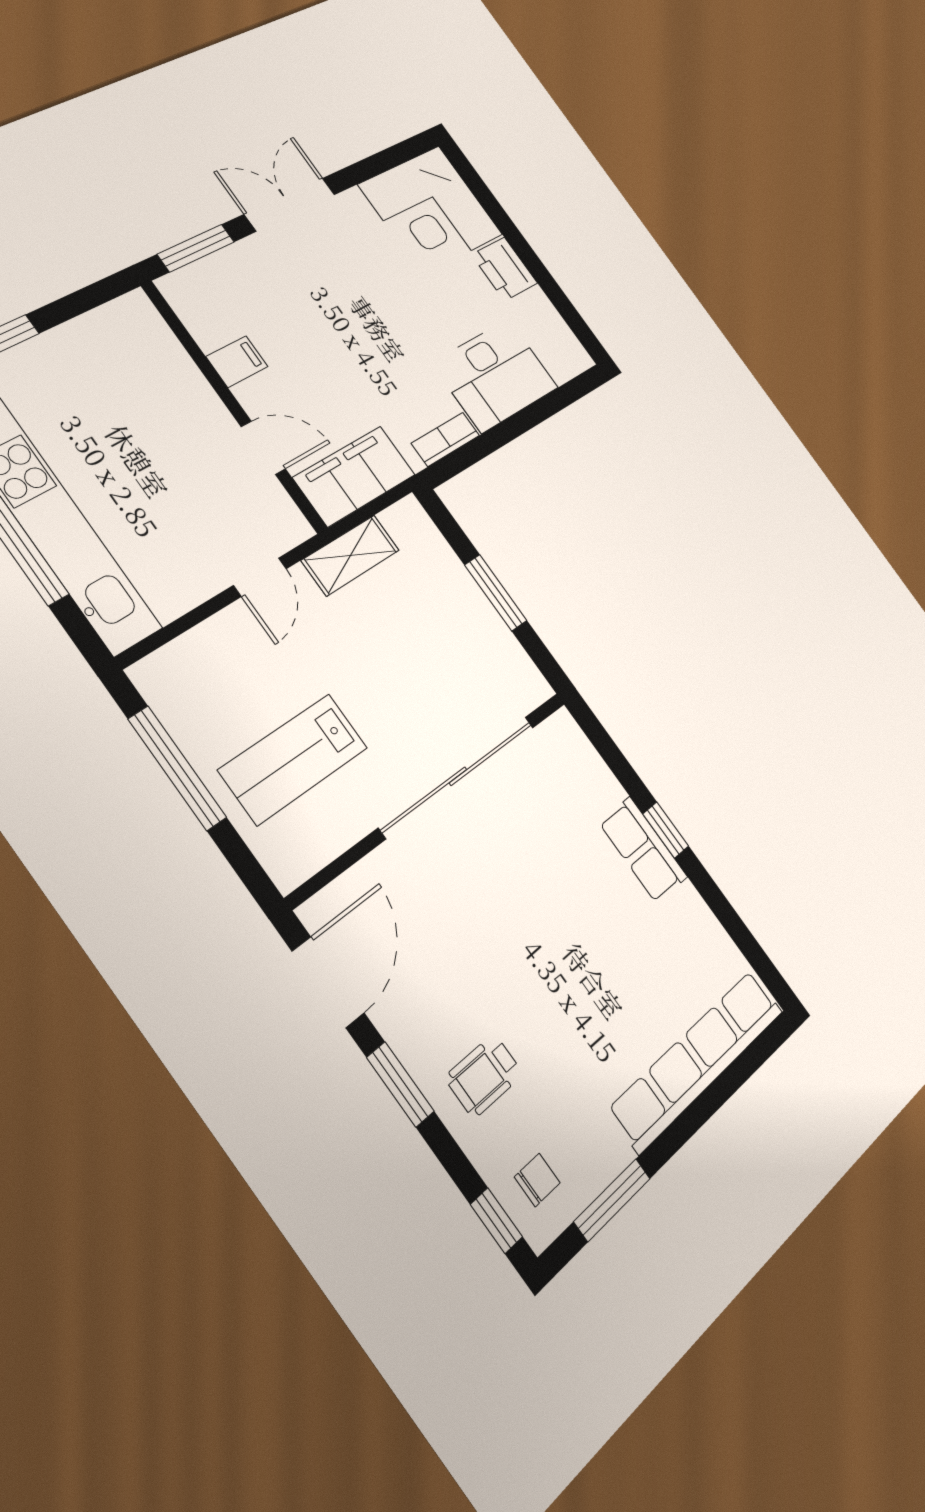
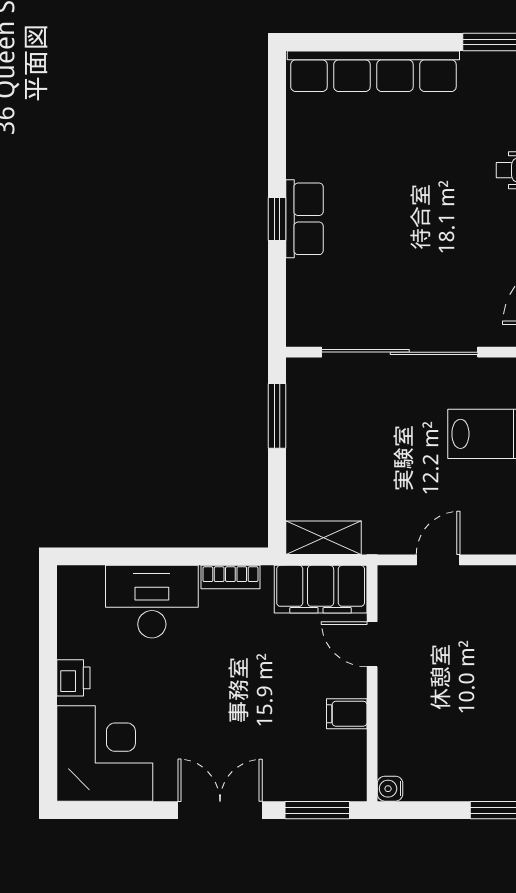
double door: (290, 204) -> (220, 810), swing flipped
printer: (504, 269) -> (73, 678), width x0.73, depth x0.81
water cooler: (137, 306) -> (390, 789), added
shelving: (351, 555) -> (323, 538), moved
window: (496, 593) -> (277, 416), moved

